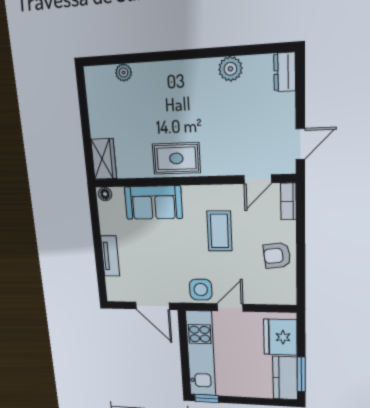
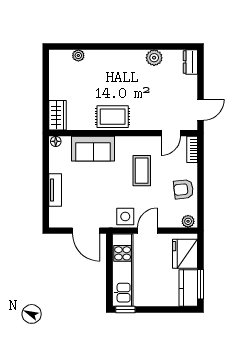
plant: (284, 297) -> (188, 221), added

